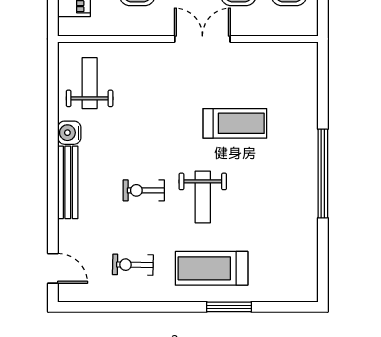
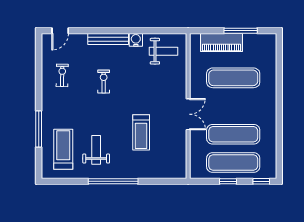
weight bench: (203, 197) -> (96, 150), moved, turned 90
treadmill: (212, 268) -> (63, 149), moved
window: (229, 307) -> (39, 129), width x1.44

